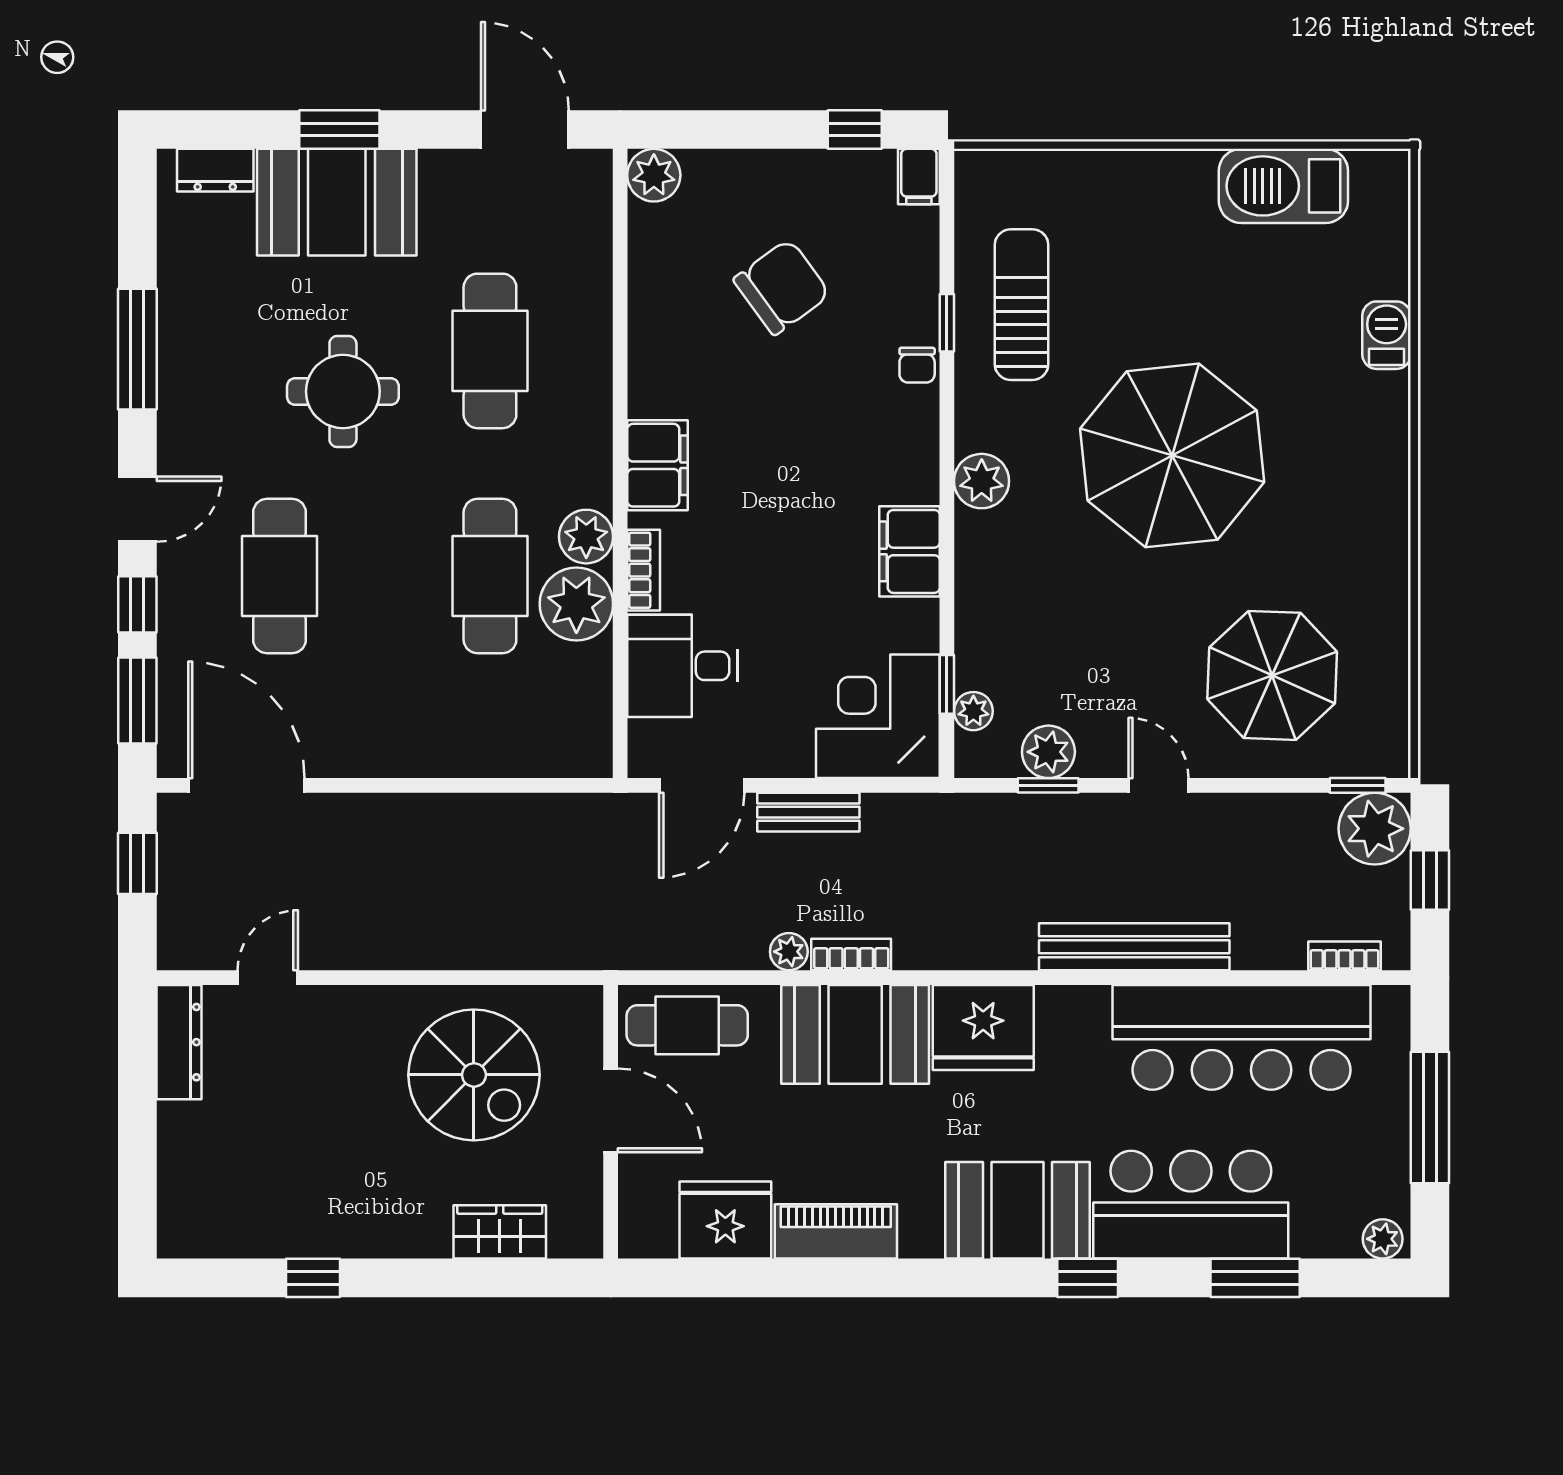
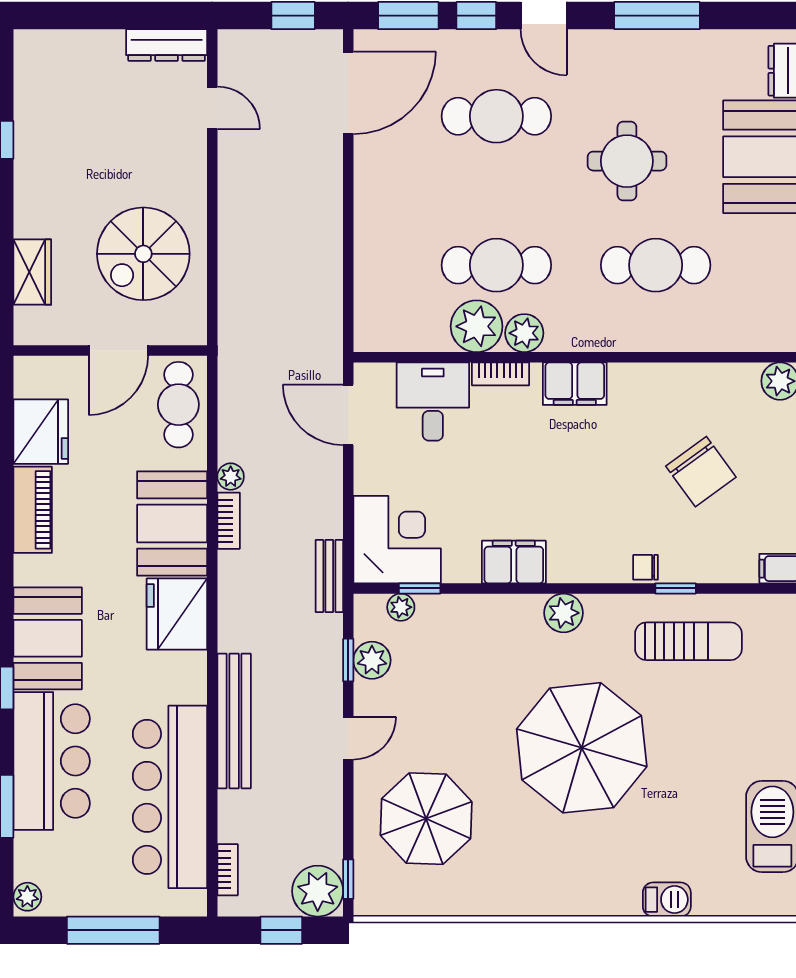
bench: (808, 812) -> (329, 576), moved

